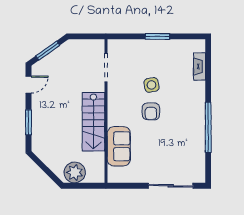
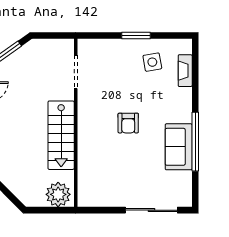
side table: (151, 85) -> (152, 62), moved
sofa: (119, 146) -> (179, 147), moved, turned 180
plant: (75, 172) -> (58, 194), moved

